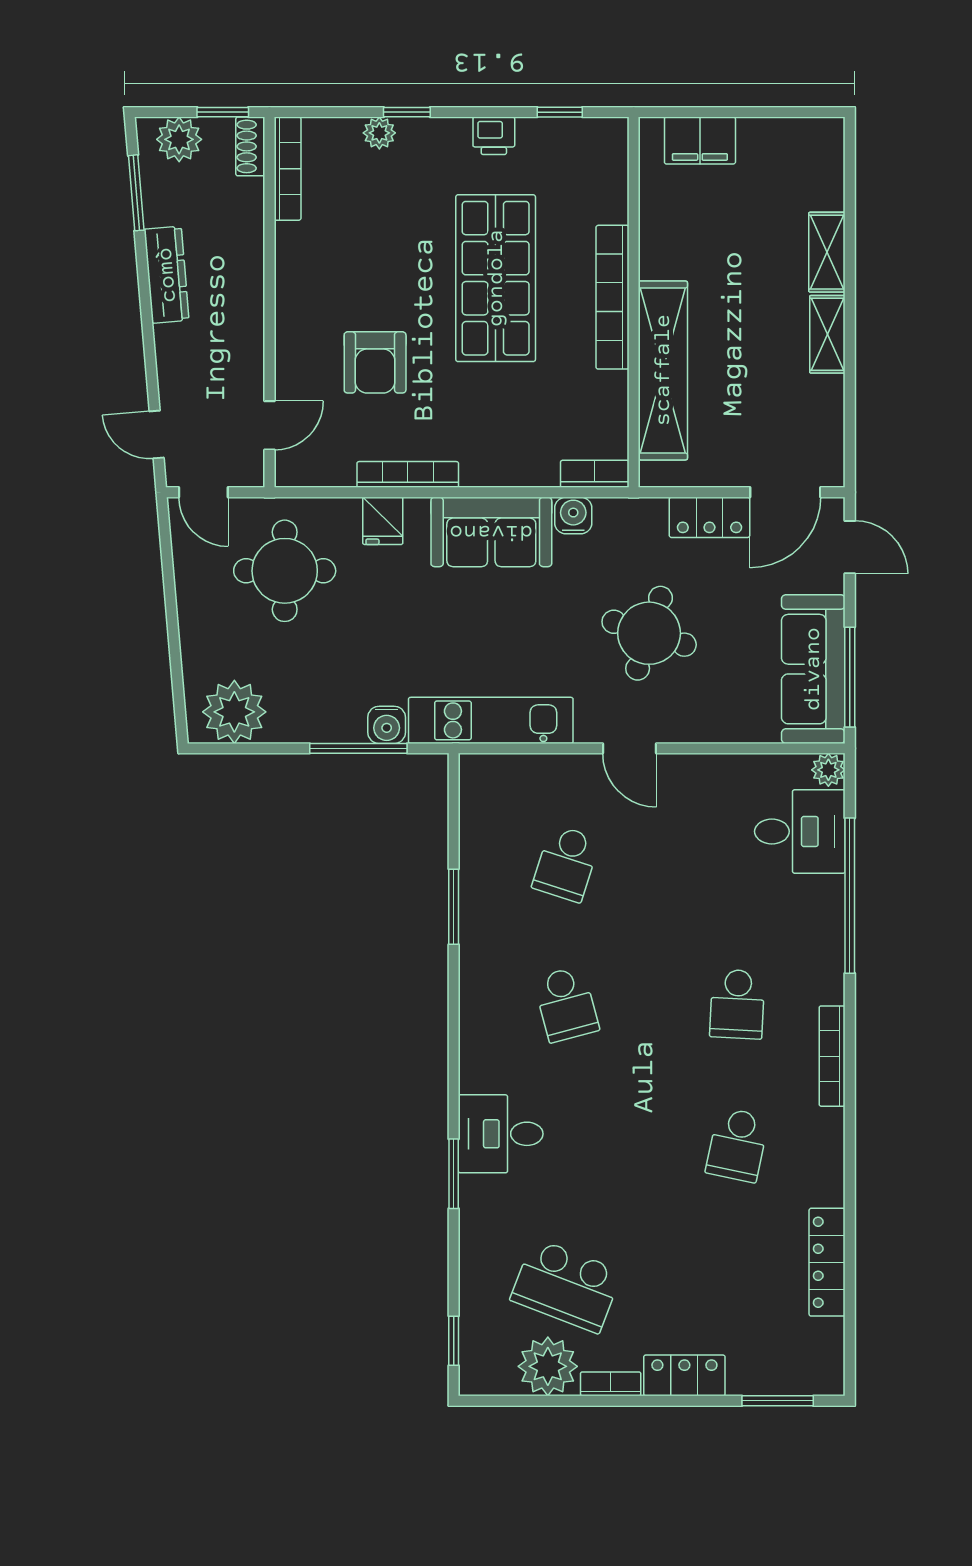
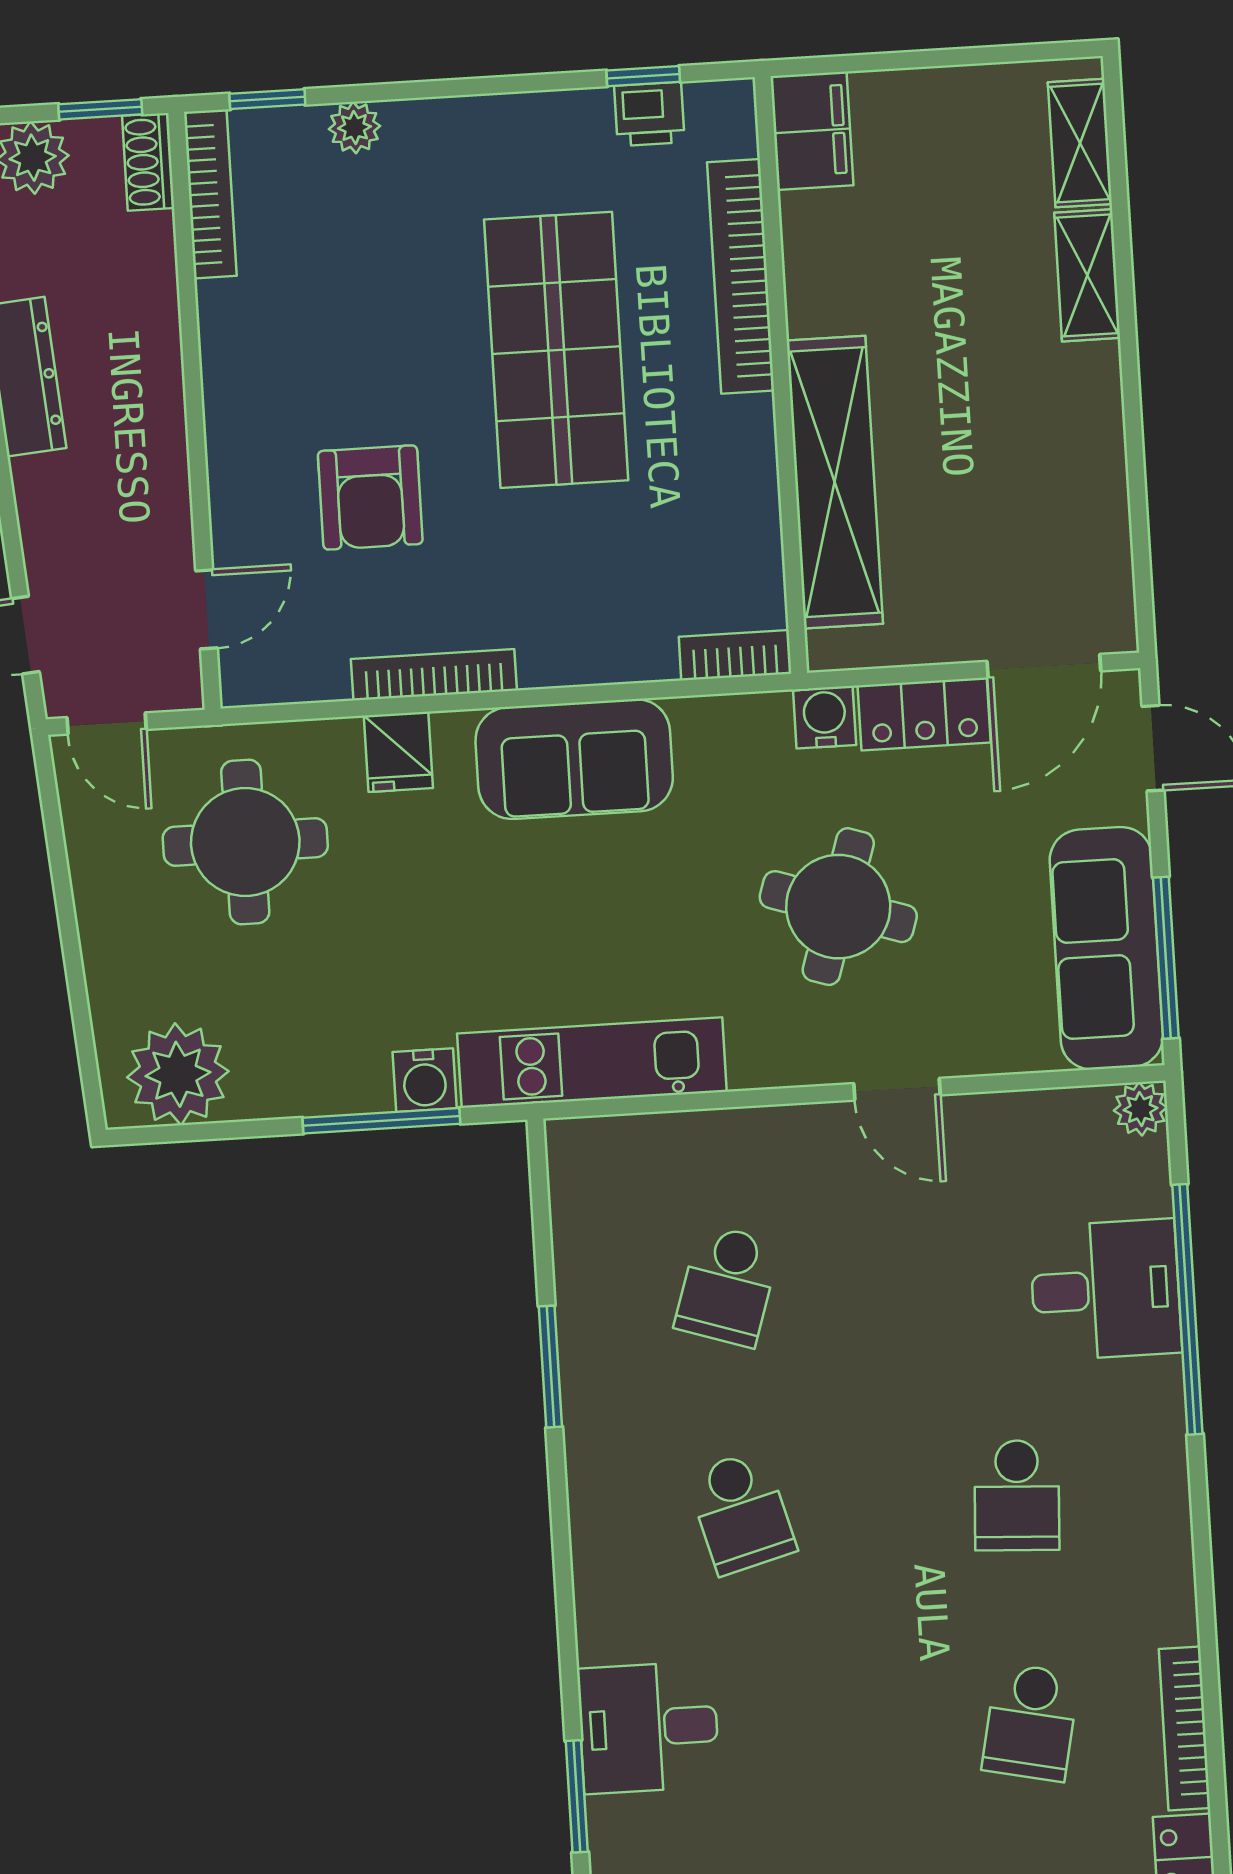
window: (407, 112) -> (267, 99), moved
printer: (494, 136) -> (649, 114), moved
filing cabinet: (700, 140) -> (812, 131), moved, turned -90
bookcase: (613, 297) -> (741, 276), moved
shelving: (827, 334) -> (1080, 143), moved
water cooler: (573, 515) -> (825, 717), moved
door: (629, 748) -> (897, 1089), moved
desk: (800, 831) -> (1105, 1290), moved
bookcase: (832, 1056) -> (1184, 1729), moved

